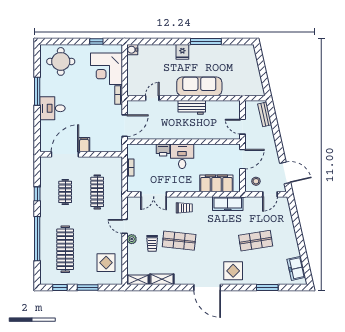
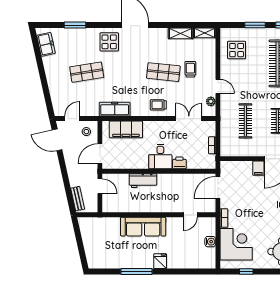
water cooler: (132, 50) -> (210, 242), moved
workbench: (192, 107) -> (143, 181), moved, turned 180
plant: (132, 239) -> (211, 101), moved

